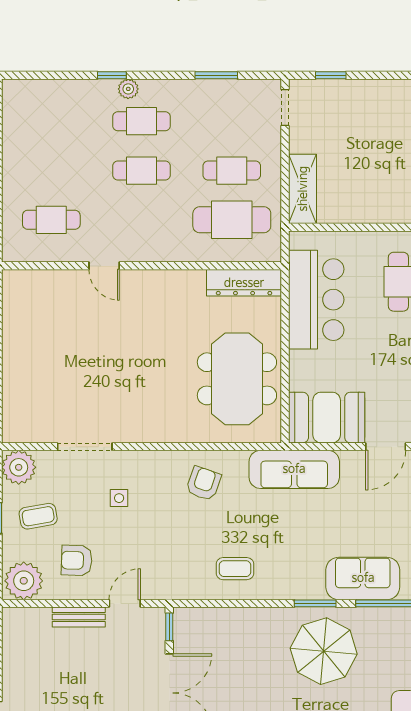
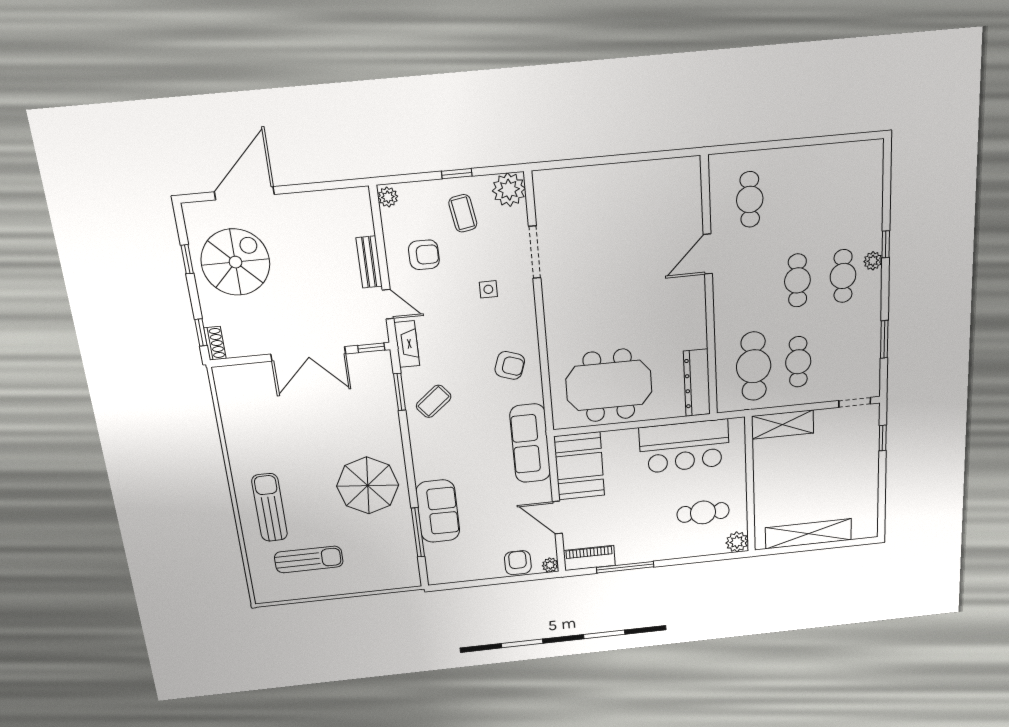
door: (104, 266) -> (708, 254), width x1.38
armchair: (77, 560) -> (424, 255), turned 88
coffee table: (235, 569) -> (434, 401), turned 51
plant: (24, 581) -> (388, 197), width x0.53, depth x0.53
fireplace: (169, 589) -> (407, 344), added
window: (315, 603) -> (400, 392), moved

